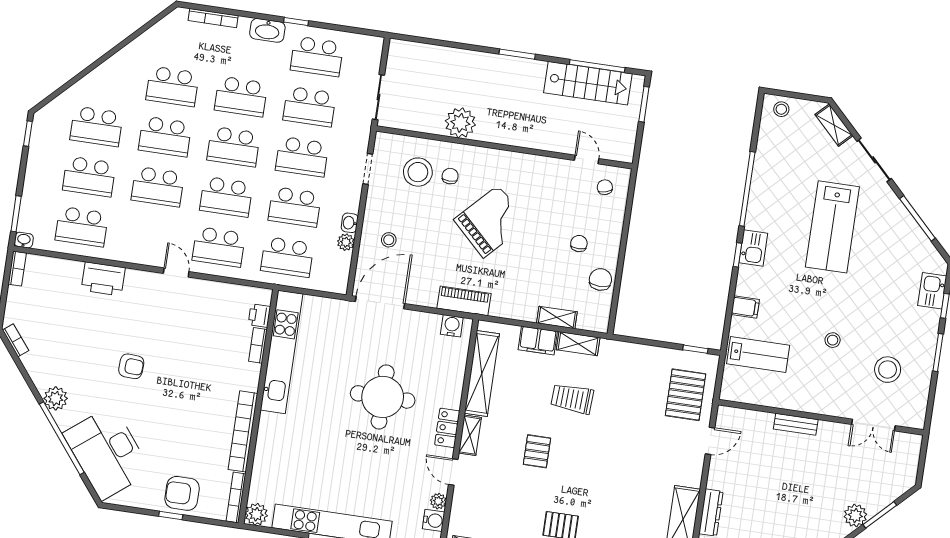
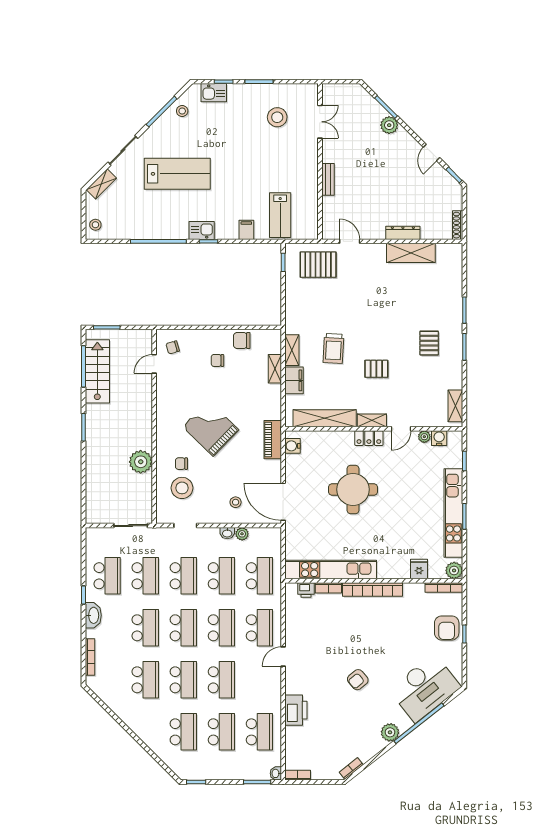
stool: (833, 340) -> (182, 111), moved
lab bench: (758, 354) -> (280, 215), turned 180
armchair: (131, 366) -> (358, 680), turned -133
bookcase: (243, 431) -> (373, 589), moved
fridge: (265, 468) -> (419, 569), added

